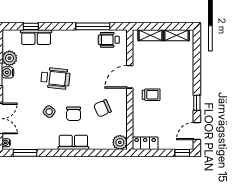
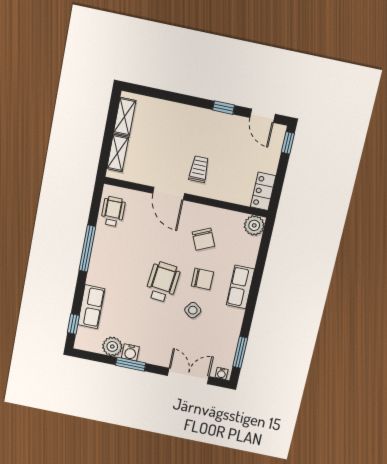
window: (31, 26) -> (73, 324), moved
window: (93, 26) -> (87, 249), moved
wheelchair: (109, 40) -> (113, 211), turned 180
wheelchair: (55, 78) -> (163, 282), moved

